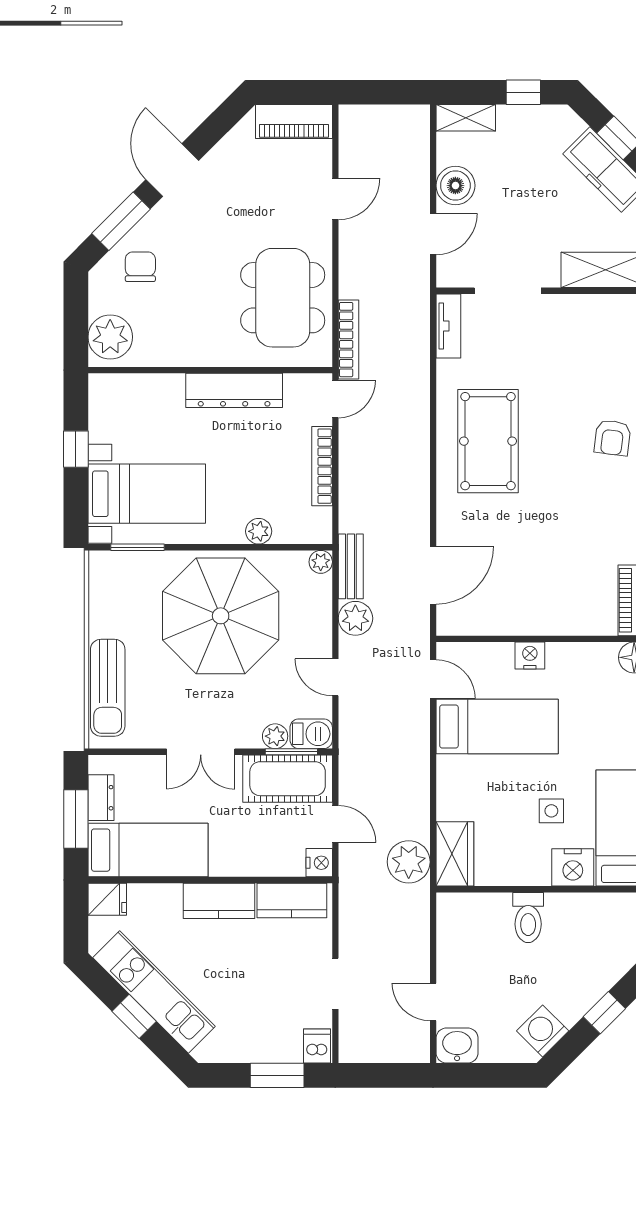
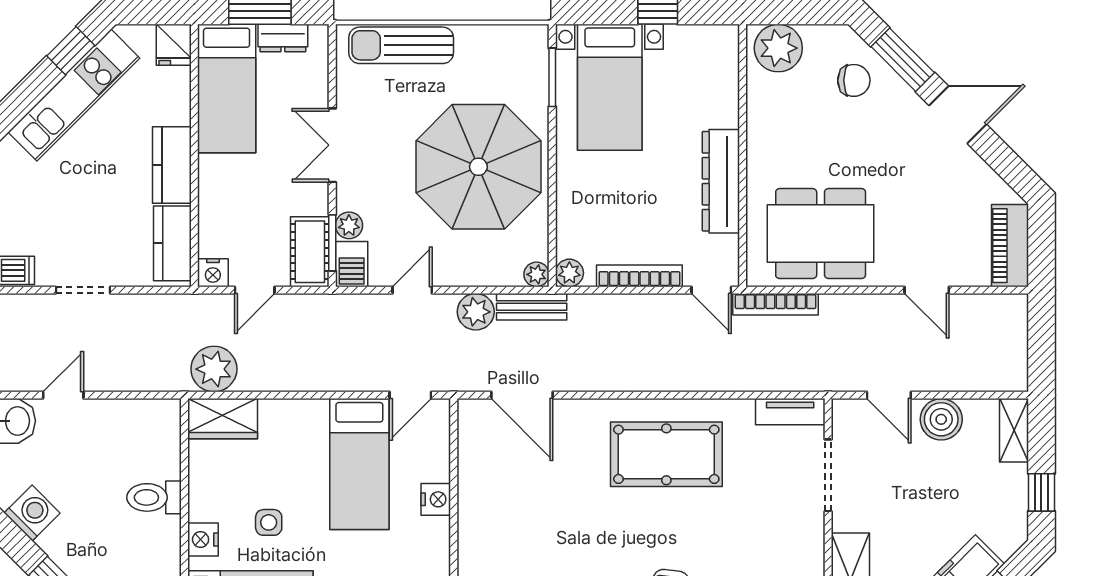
plant: (259, 531) -> (569, 273), moved
cot: (288, 779) -> (310, 252), width x0.73, depth x0.75
nightstand: (573, 867) -> (203, 539), width x0.74, depth x0.75
window: (134, 1016) -> (71, 51), moved

